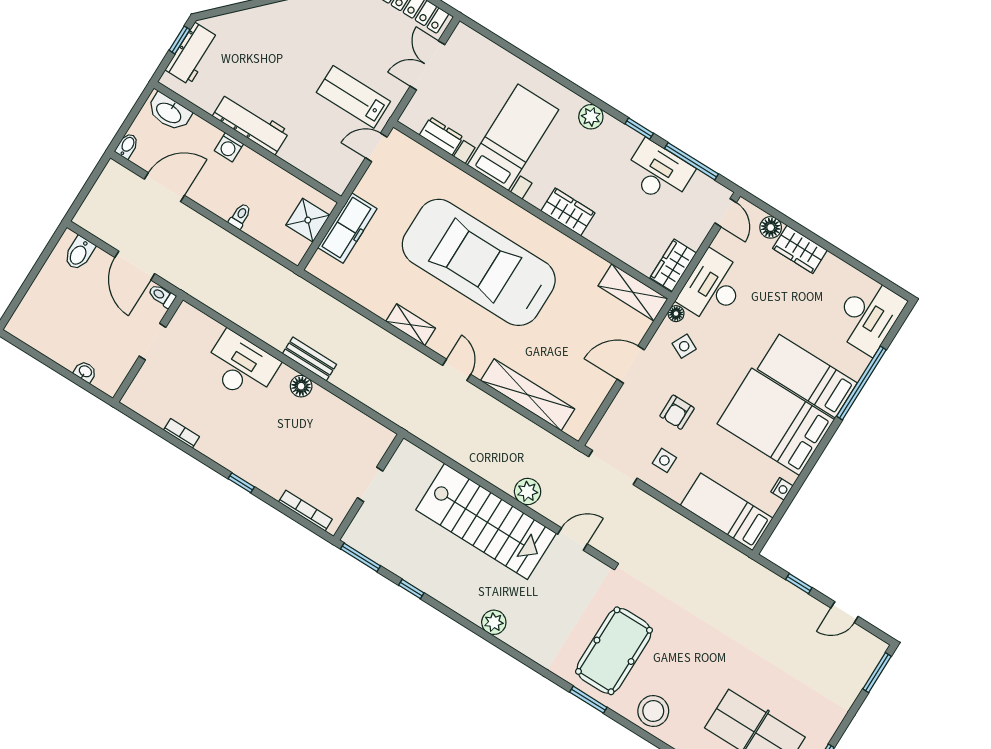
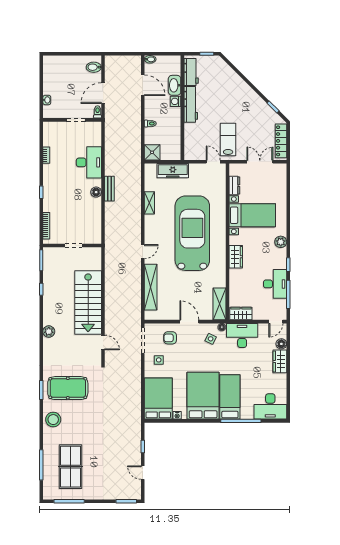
workbench: (192, 54) -> (191, 72), moved, turned -90
washbasin: (169, 112) -> (175, 85), moved
shower: (308, 220) -> (152, 152), moved
shelving: (411, 325) -> (149, 203), moved
armchair: (677, 412) -> (170, 338), moved
plant: (528, 492) -> (111, 312), removed
bed: (727, 512) -> (158, 399), width x1.50

